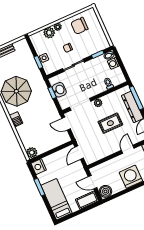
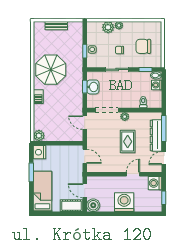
chair: (79, 26) -> (143, 46), moved
rug: (110, 123) -> (128, 142), turned 90
door: (79, 153) -> (85, 156), swing flipped

